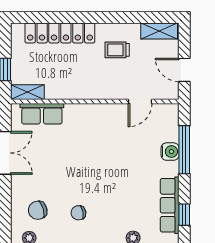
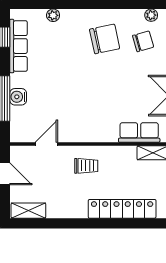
trolley: (117, 50) -> (86, 166), moved
chair: (78, 213) -> (105, 39), width x1.87, depth x1.87

